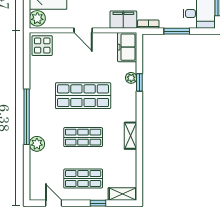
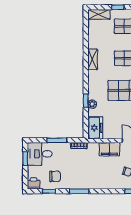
filing cabinet: (123, 20) -> (109, 149), moved

